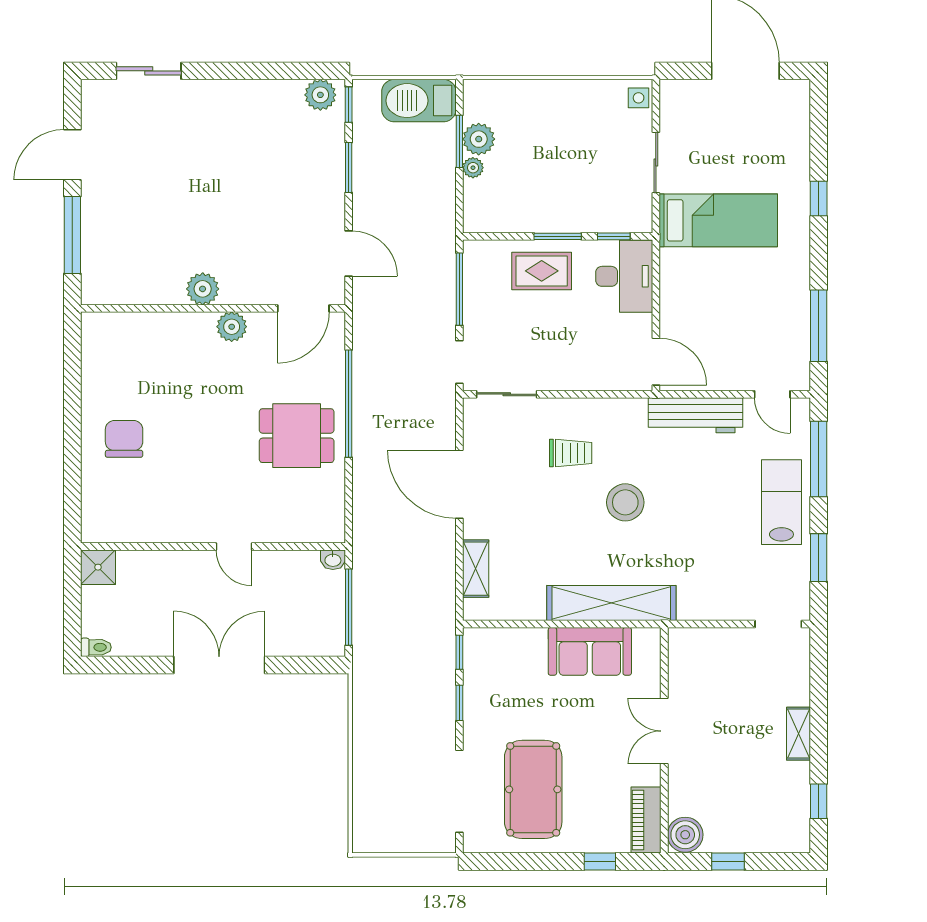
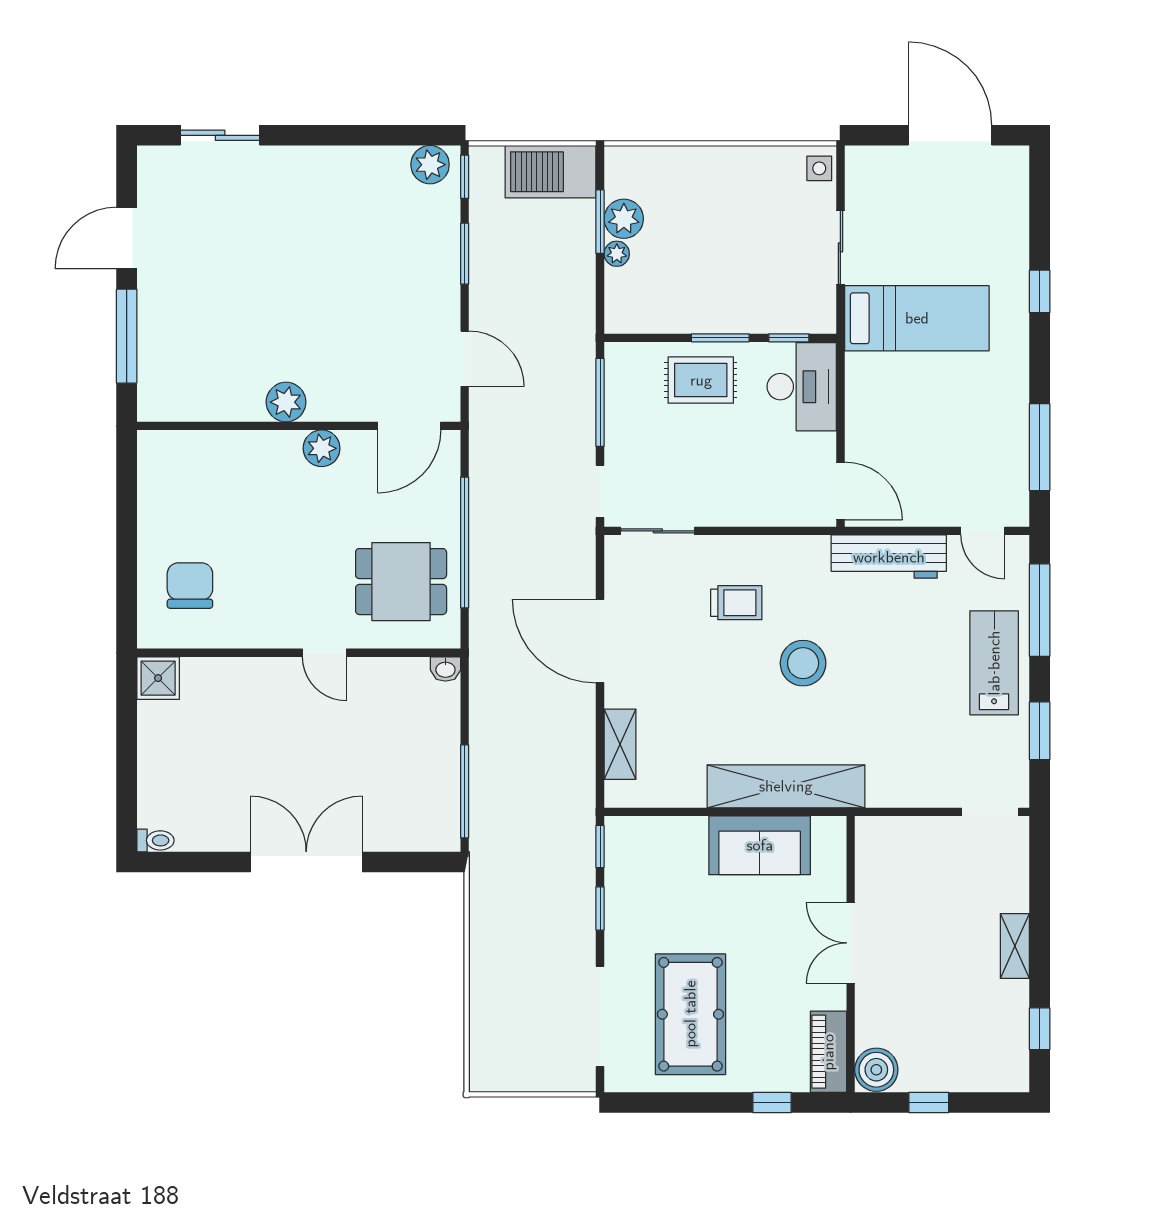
wall: (213, 546) -> (299, 653), moved
door: (234, 546) -> (324, 653), moved
washbasin: (333, 560) -> (445, 669), moved
shower: (98, 567) -> (158, 678), moved

